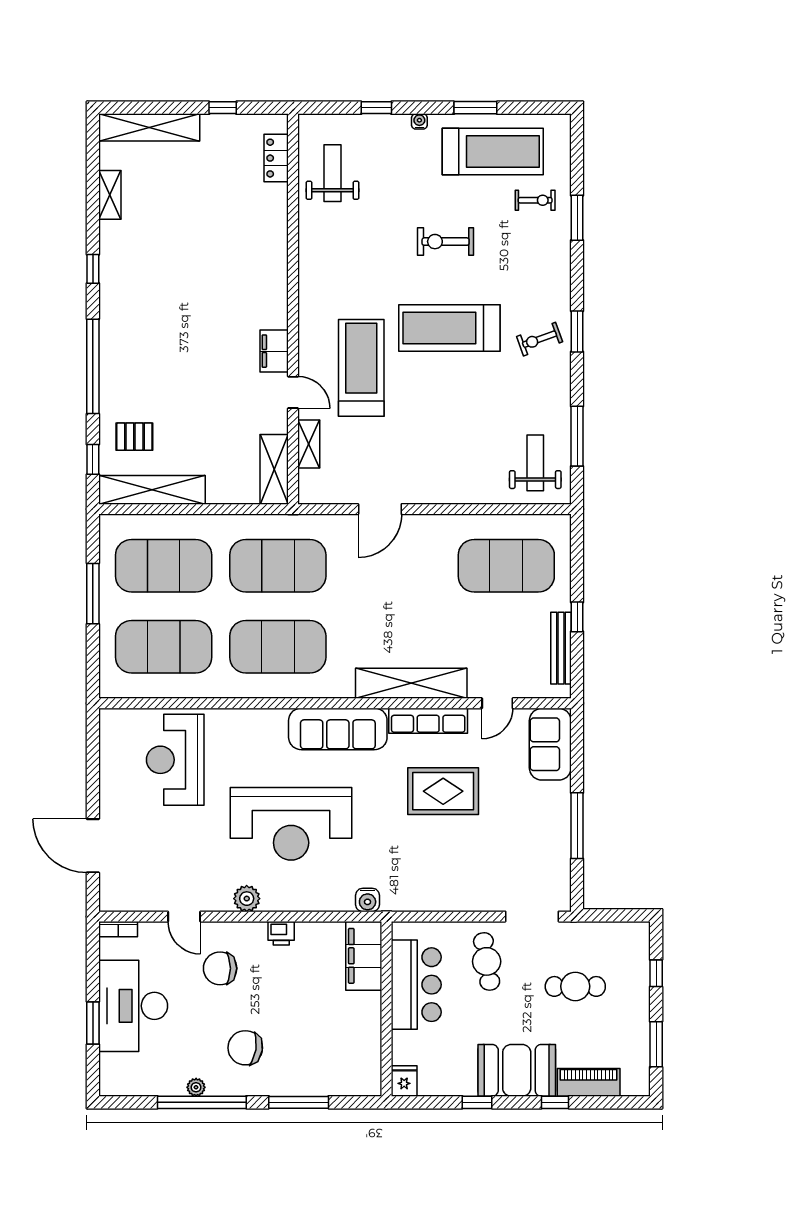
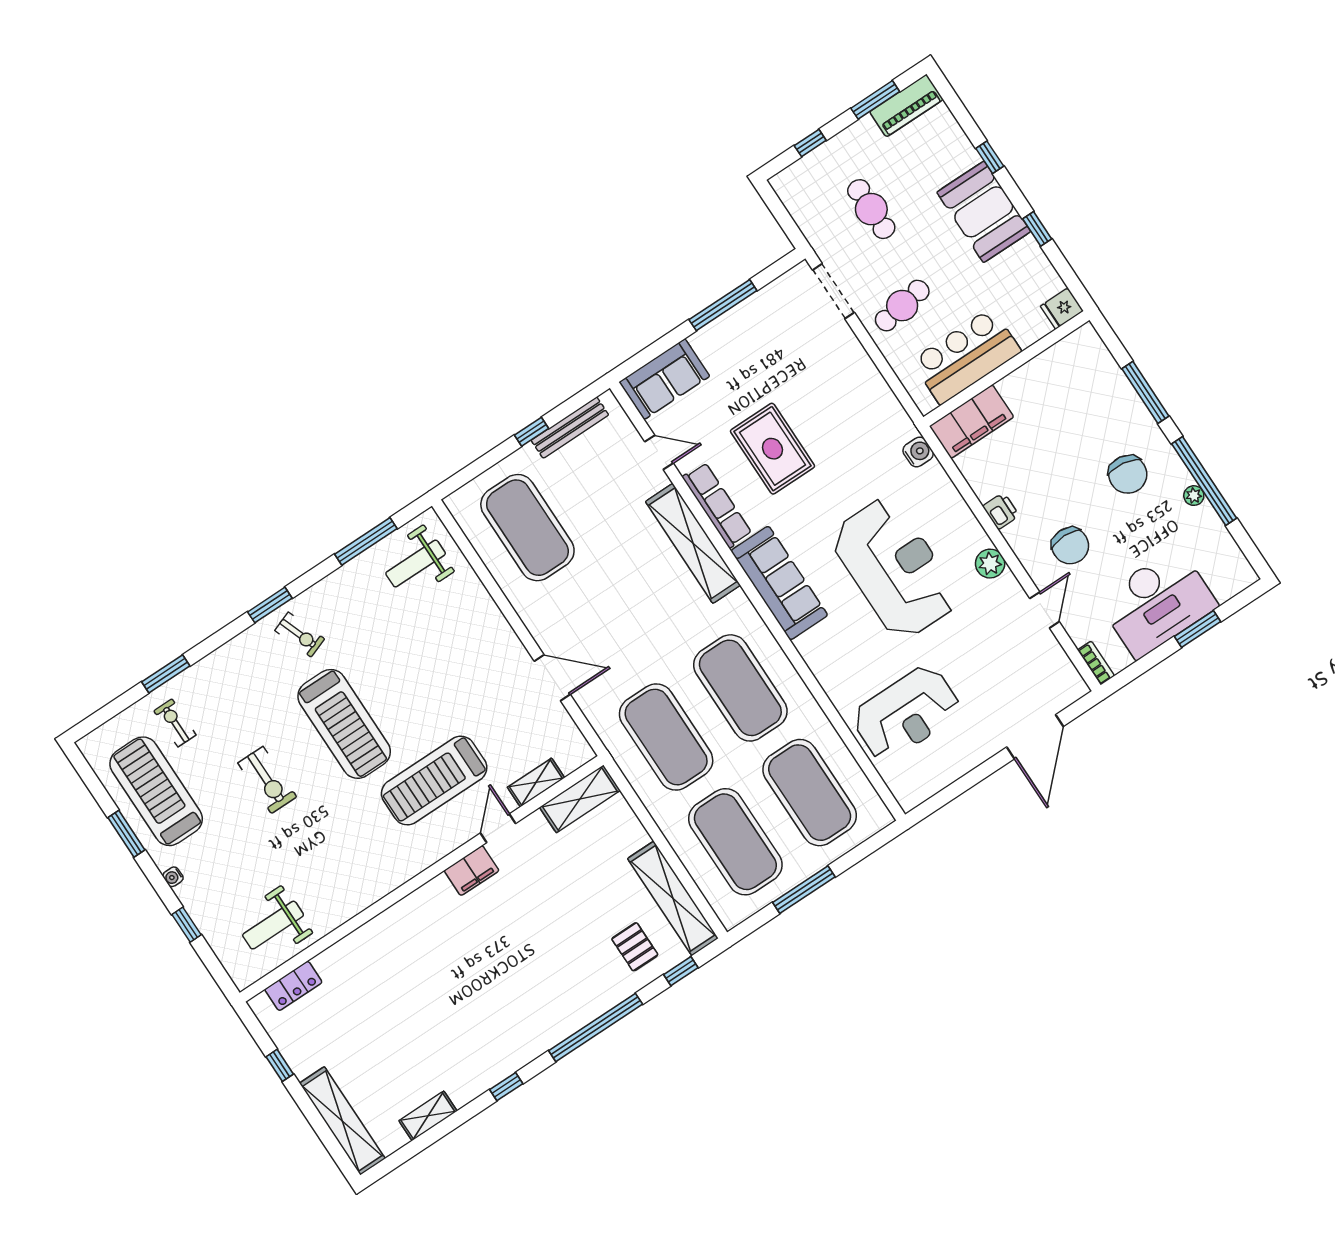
piano: (589, 1082) -> (906, 106), moved, turned -90

